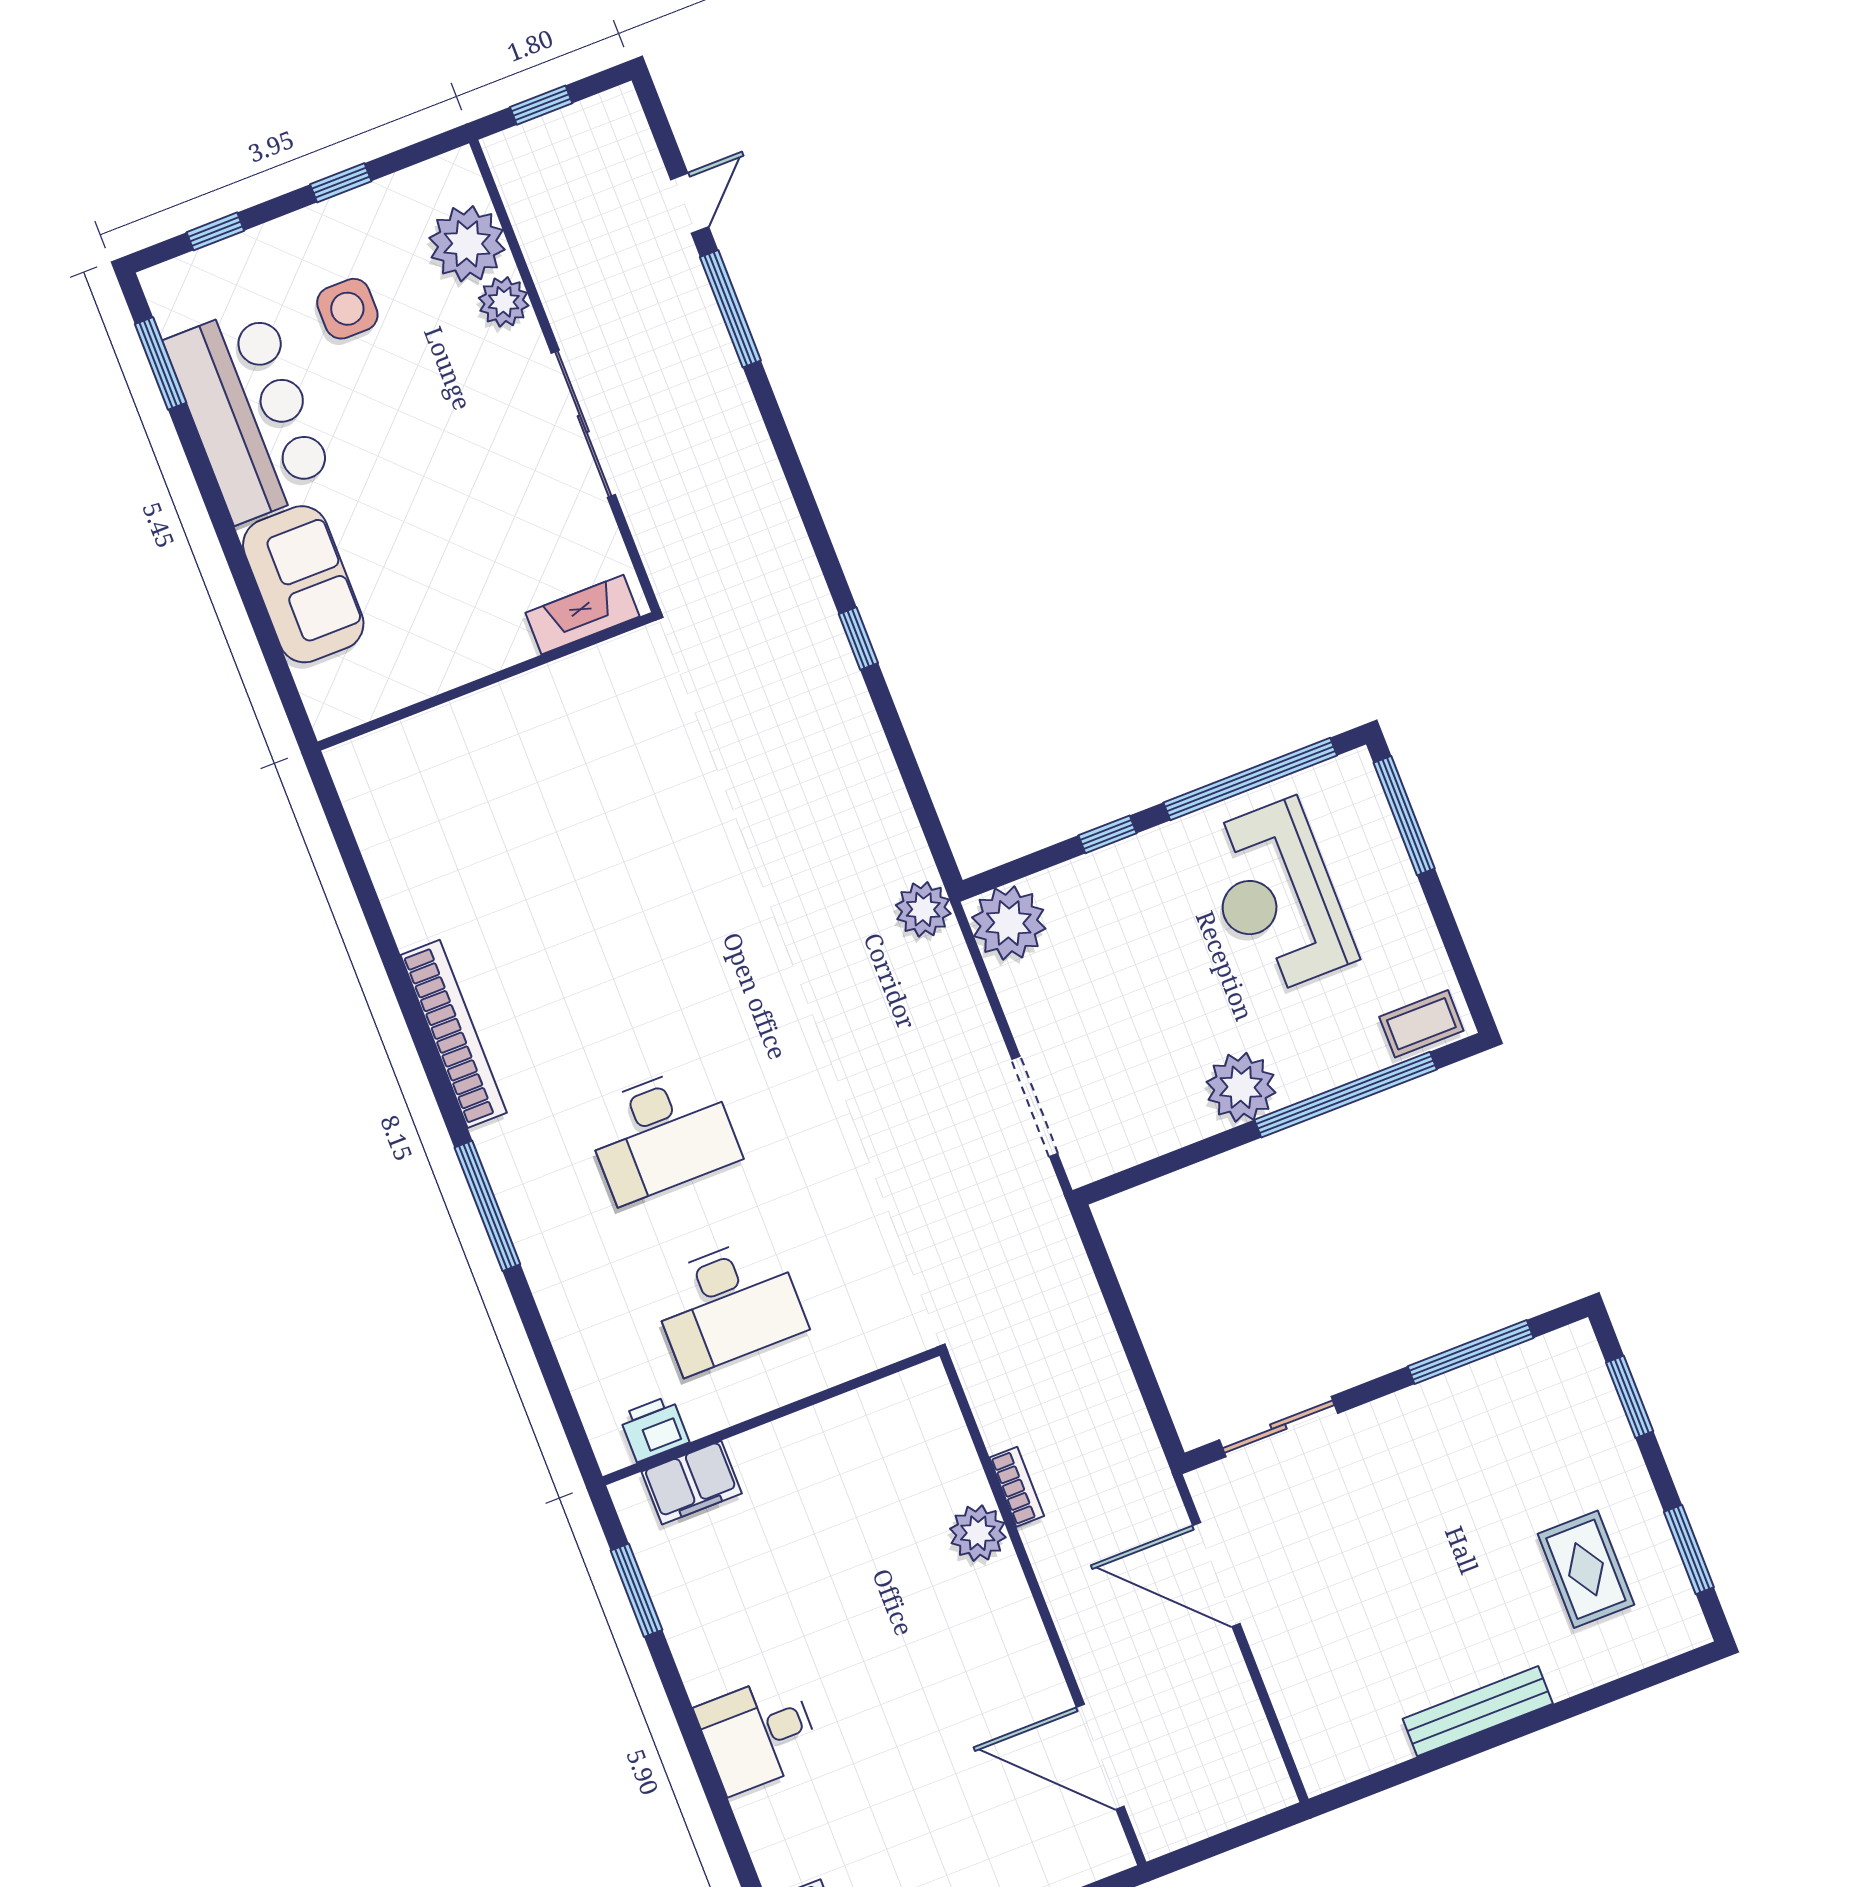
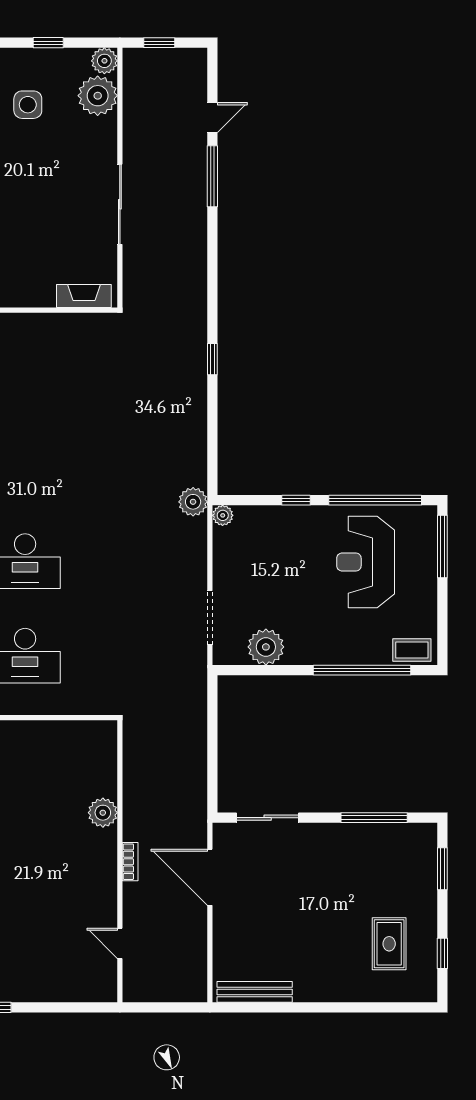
plant: (504, 302) -> (104, 61), moved
plant: (1009, 923) -> (223, 515), width x0.53, depth x0.53
plant: (1241, 1087) -> (266, 647), moved
bookcase: (1017, 1487) -> (130, 862), moved
window: (1689, 1550) -> (442, 953), width x0.67
bench: (1478, 1711) -> (255, 992), moved
door: (1100, 1757) -> (120, 943), width x0.53

